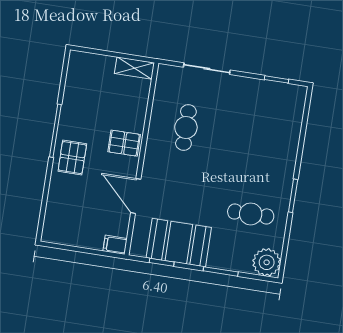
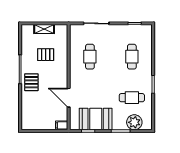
shelving: (134, 68) -> (44, 29), moved
cafe table: (262, 139) -> (132, 57), added
pallet: (124, 143) -> (46, 55), moved
plant: (267, 262) -> (134, 122), moved

